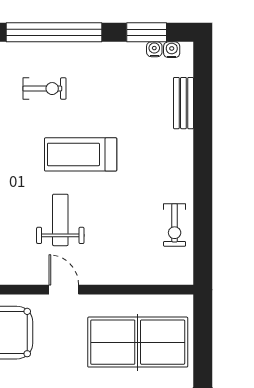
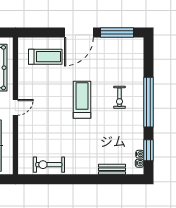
treadmill: (81, 154) -> (82, 100), moved
weight bench: (60, 220) -> (51, 105), removed
exercise bike: (175, 225) -> (49, 165), width x1.38, depth x1.39

